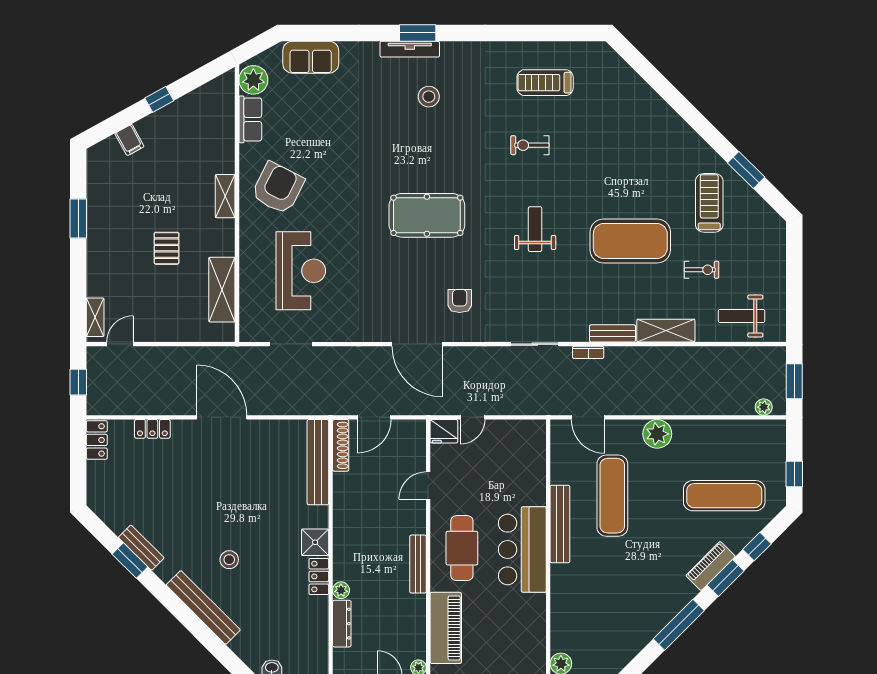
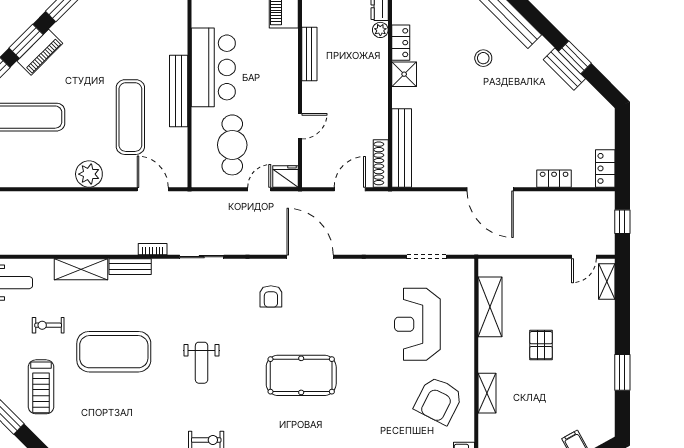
cafe table: (462, 548) -> (232, 145), moved

